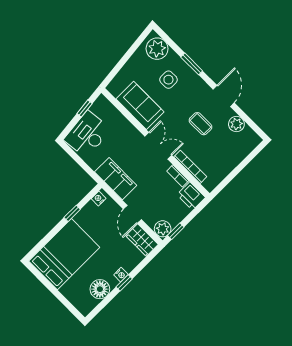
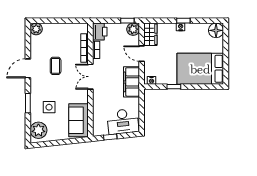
sofa: (140, 105) -> (79, 120), moved
plant: (236, 124) -> (36, 29), moved
door: (132, 214) -> (142, 54), swing flipped
floor lamp: (100, 289) -> (216, 30), moved

